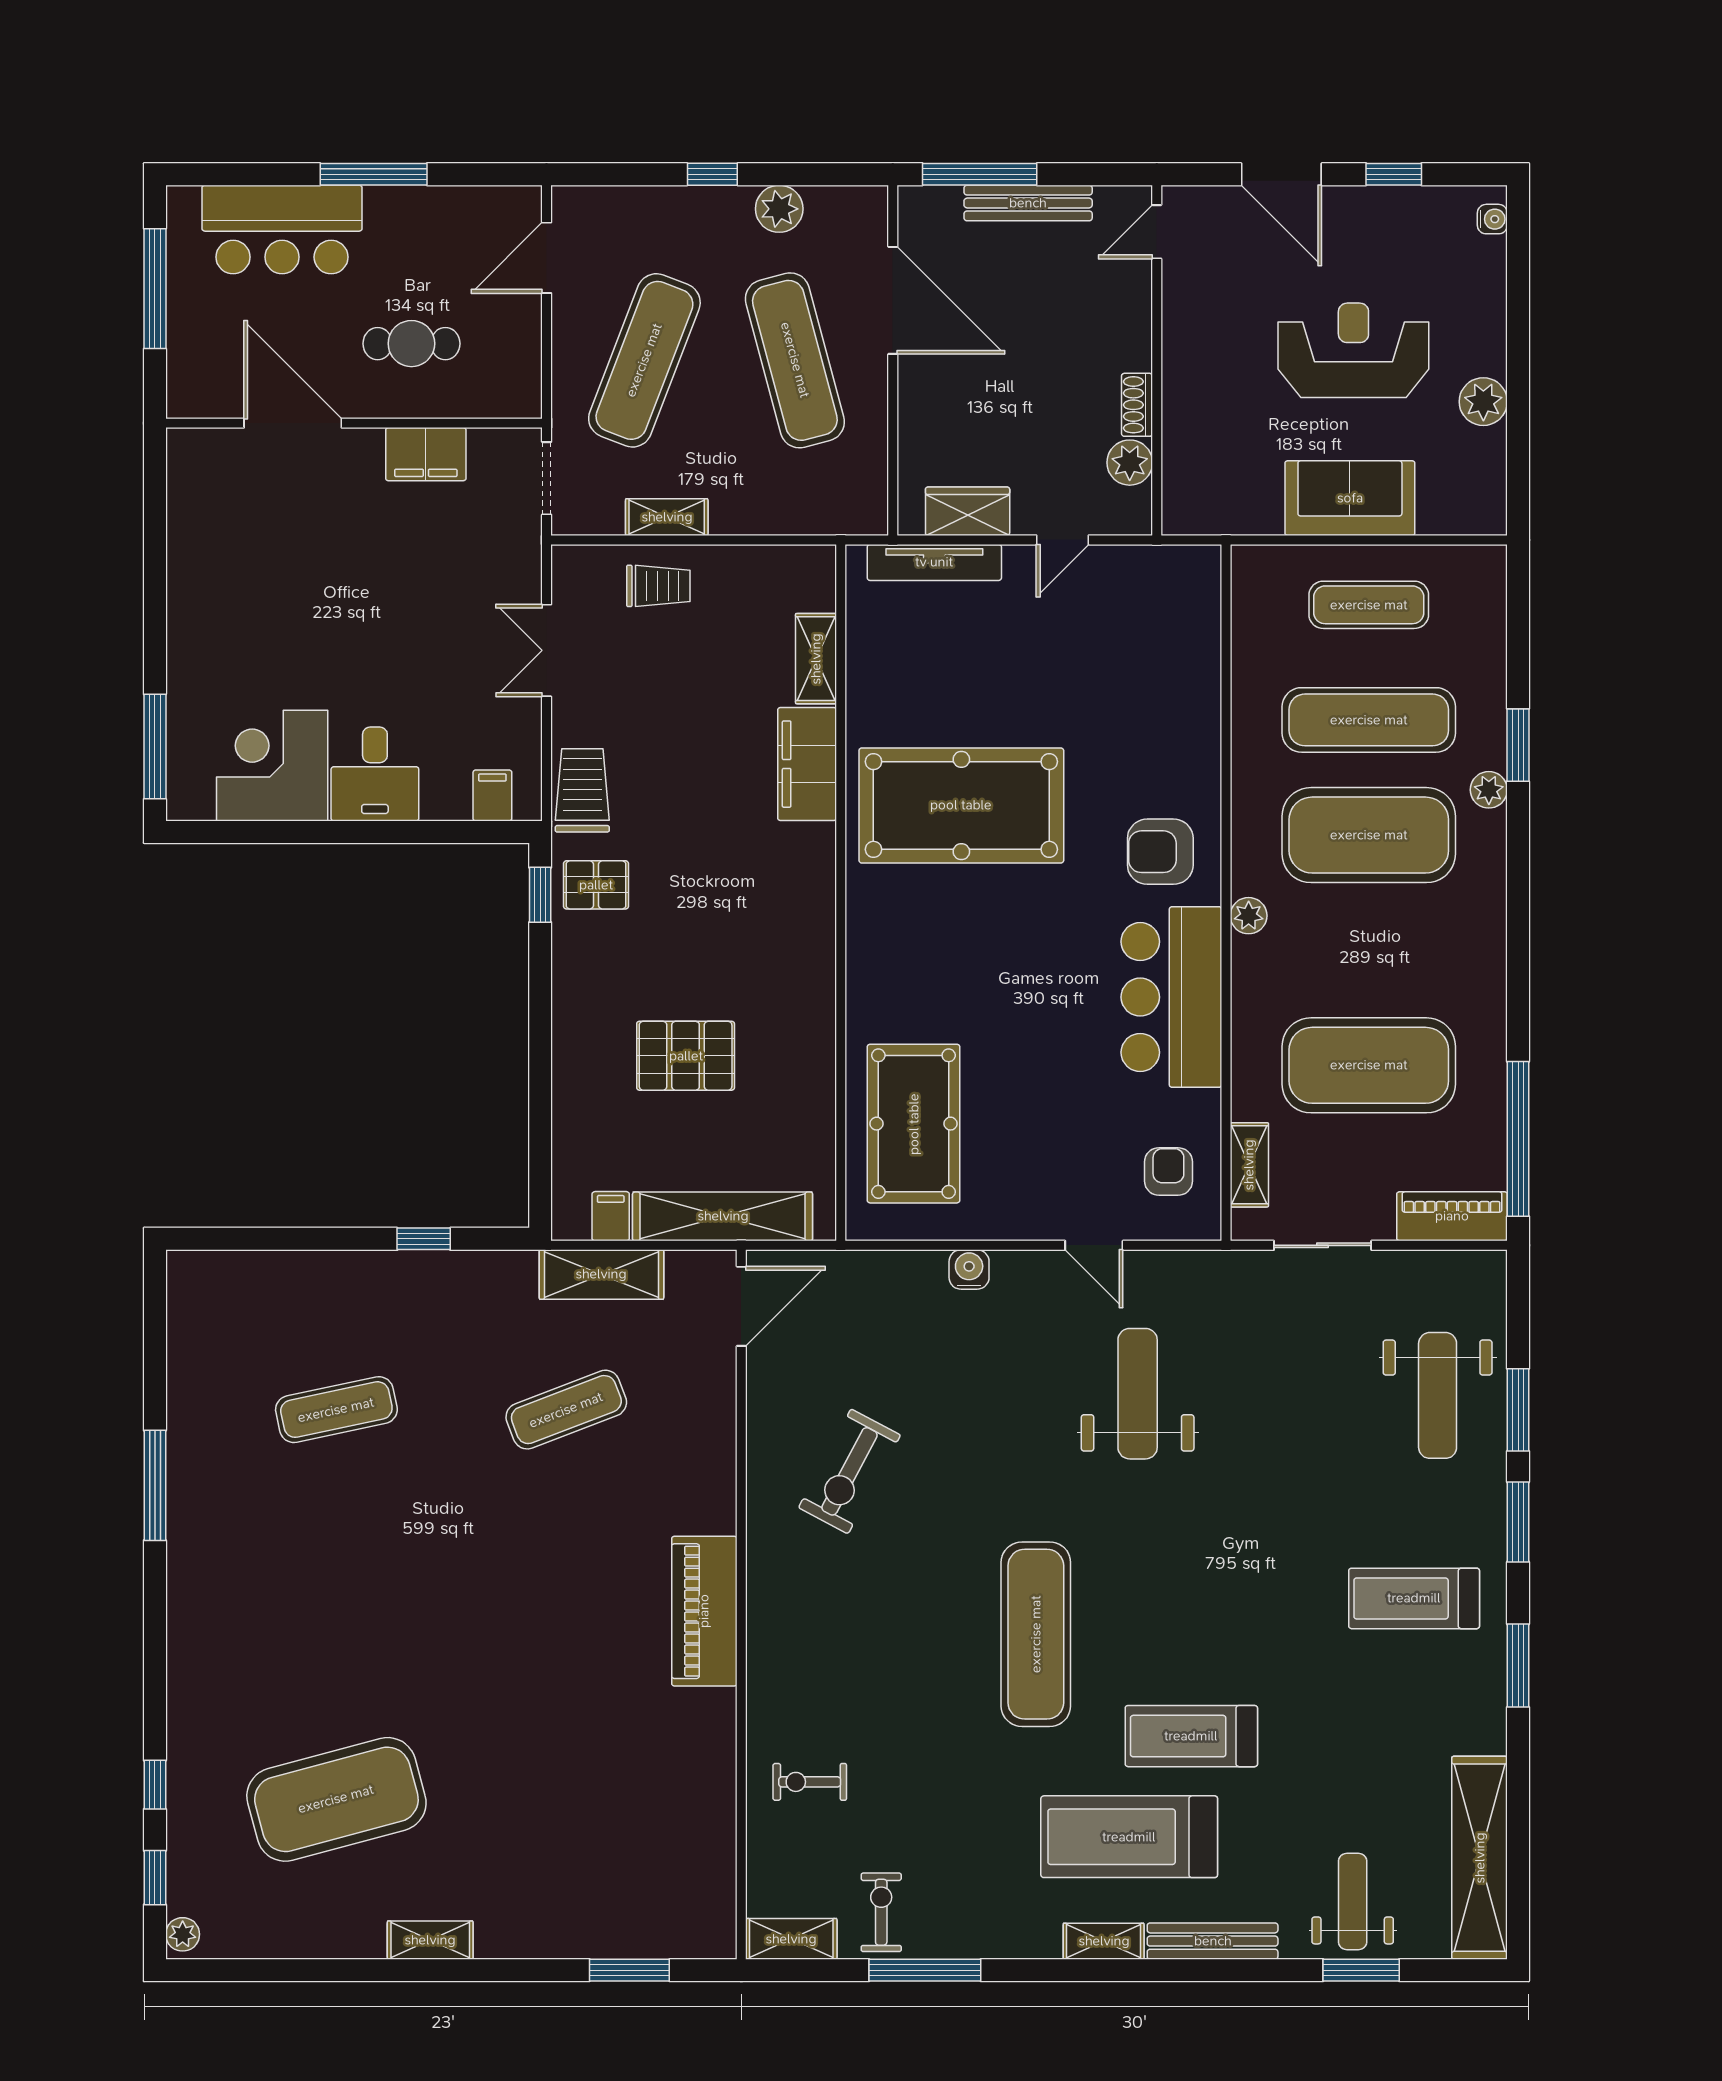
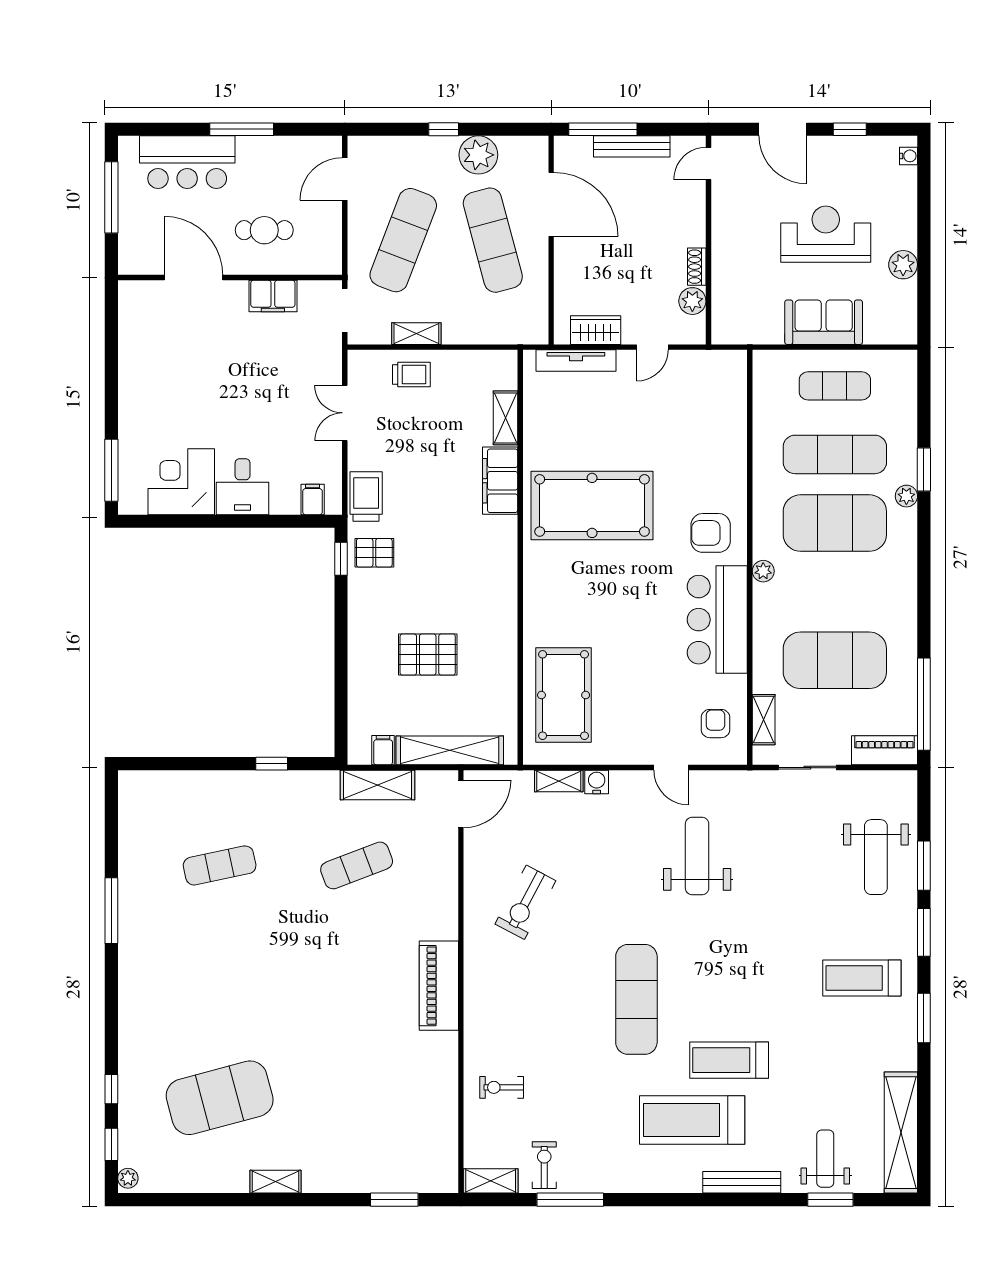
plant: (779, 209) -> (478, 155), width x1.36, depth x1.36
shelving: (1104, 1941) -> (559, 781), moved

